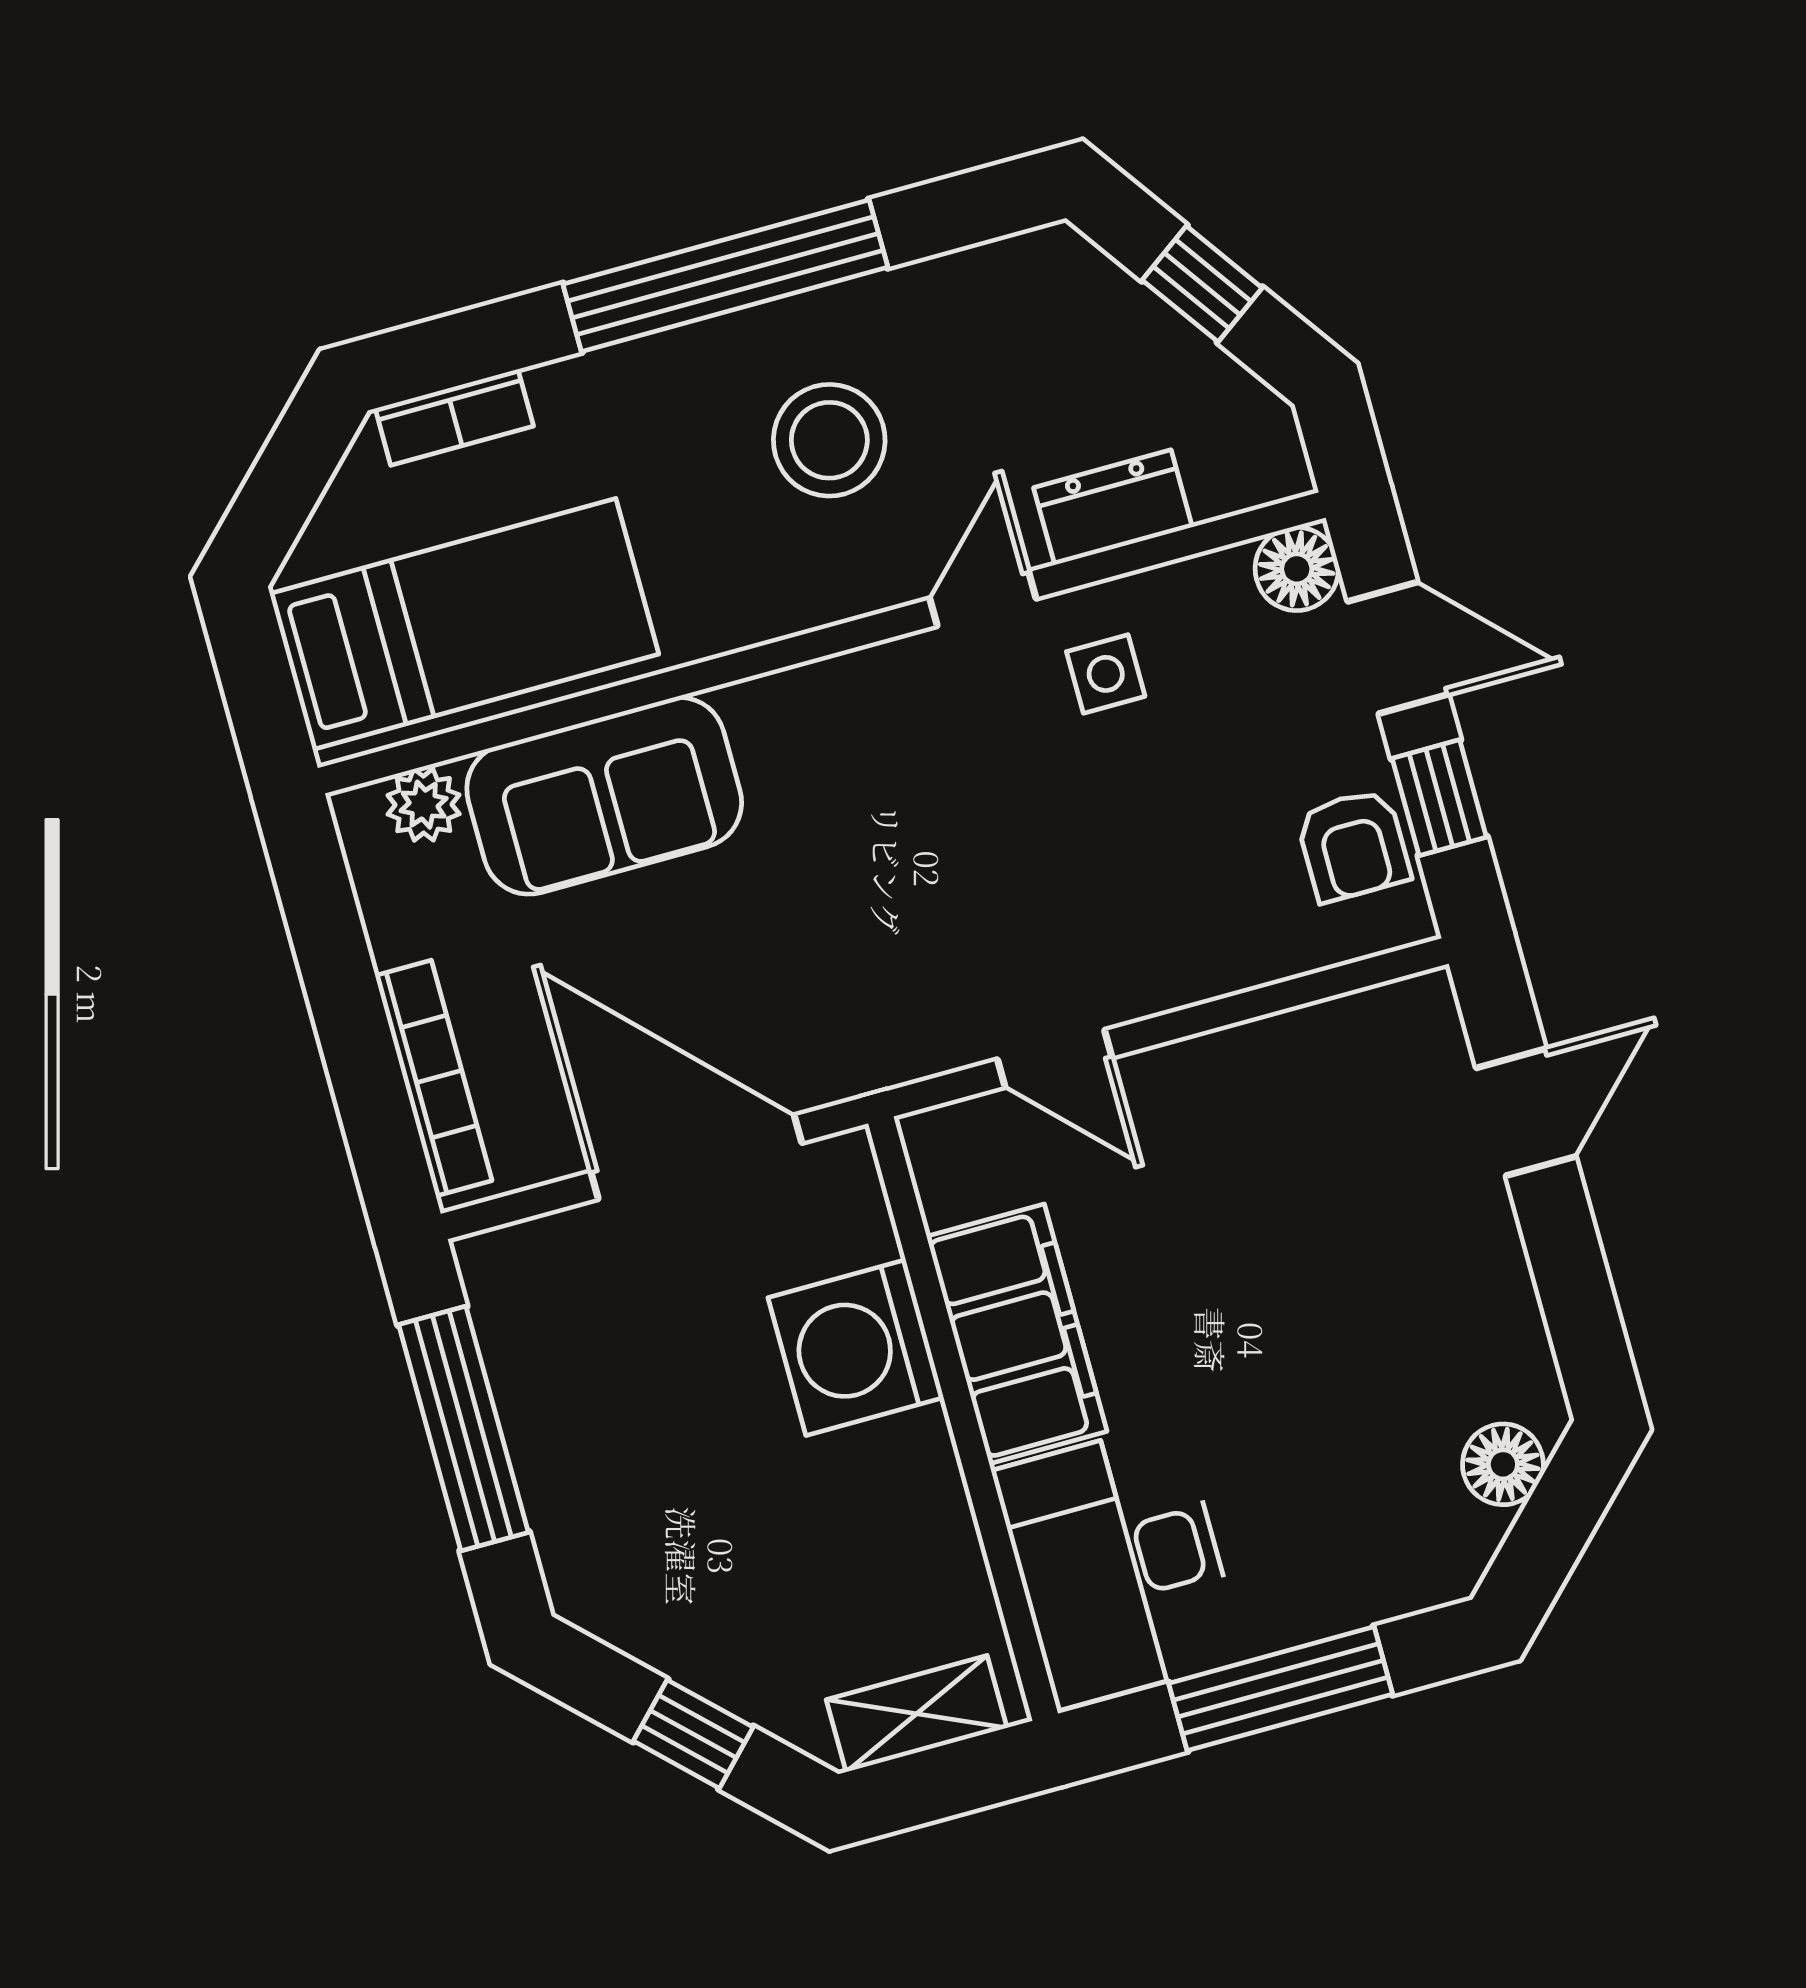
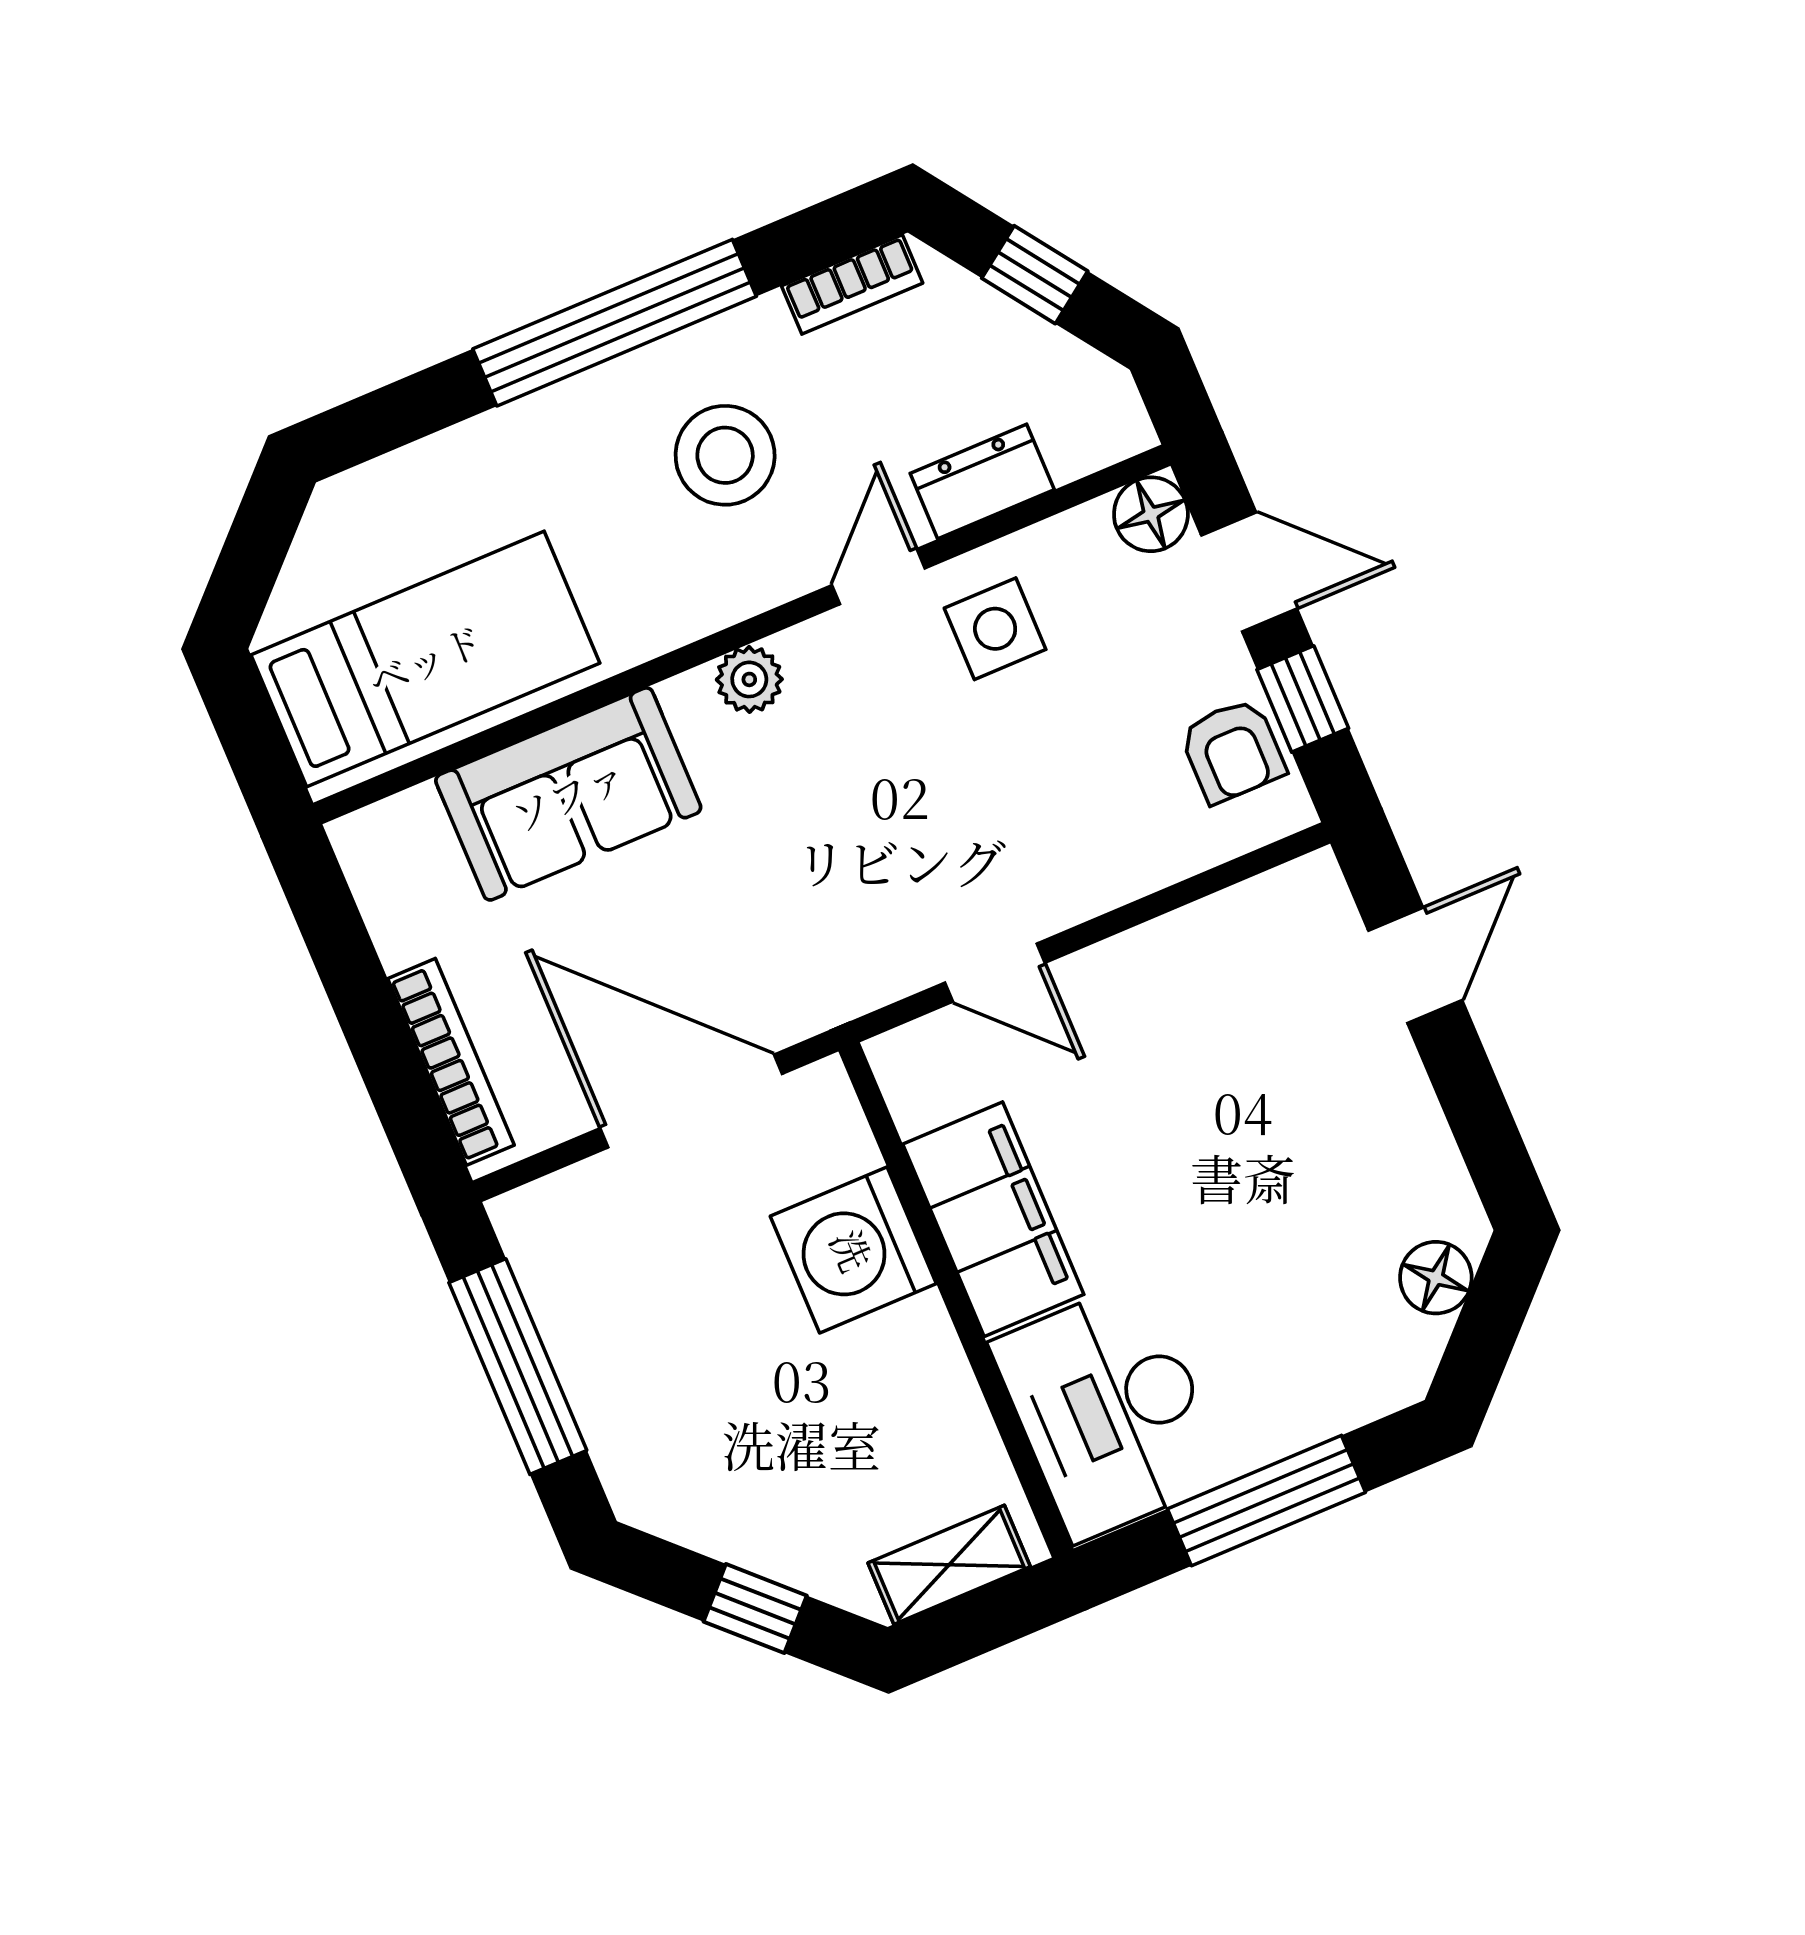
bookcase: (454, 417) -> (852, 284), moved
side table: (1106, 674) -> (995, 629), width x1.37, depth x1.37
plant: (424, 805) -> (749, 679), moved

